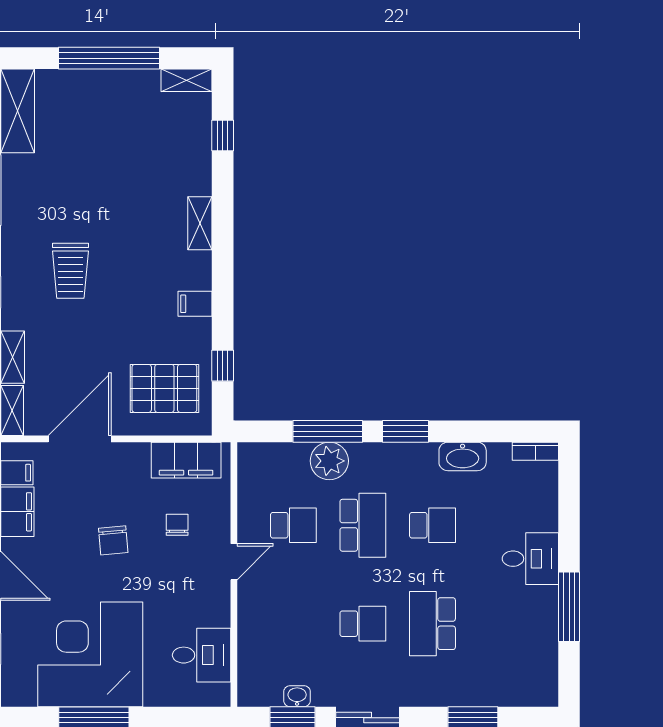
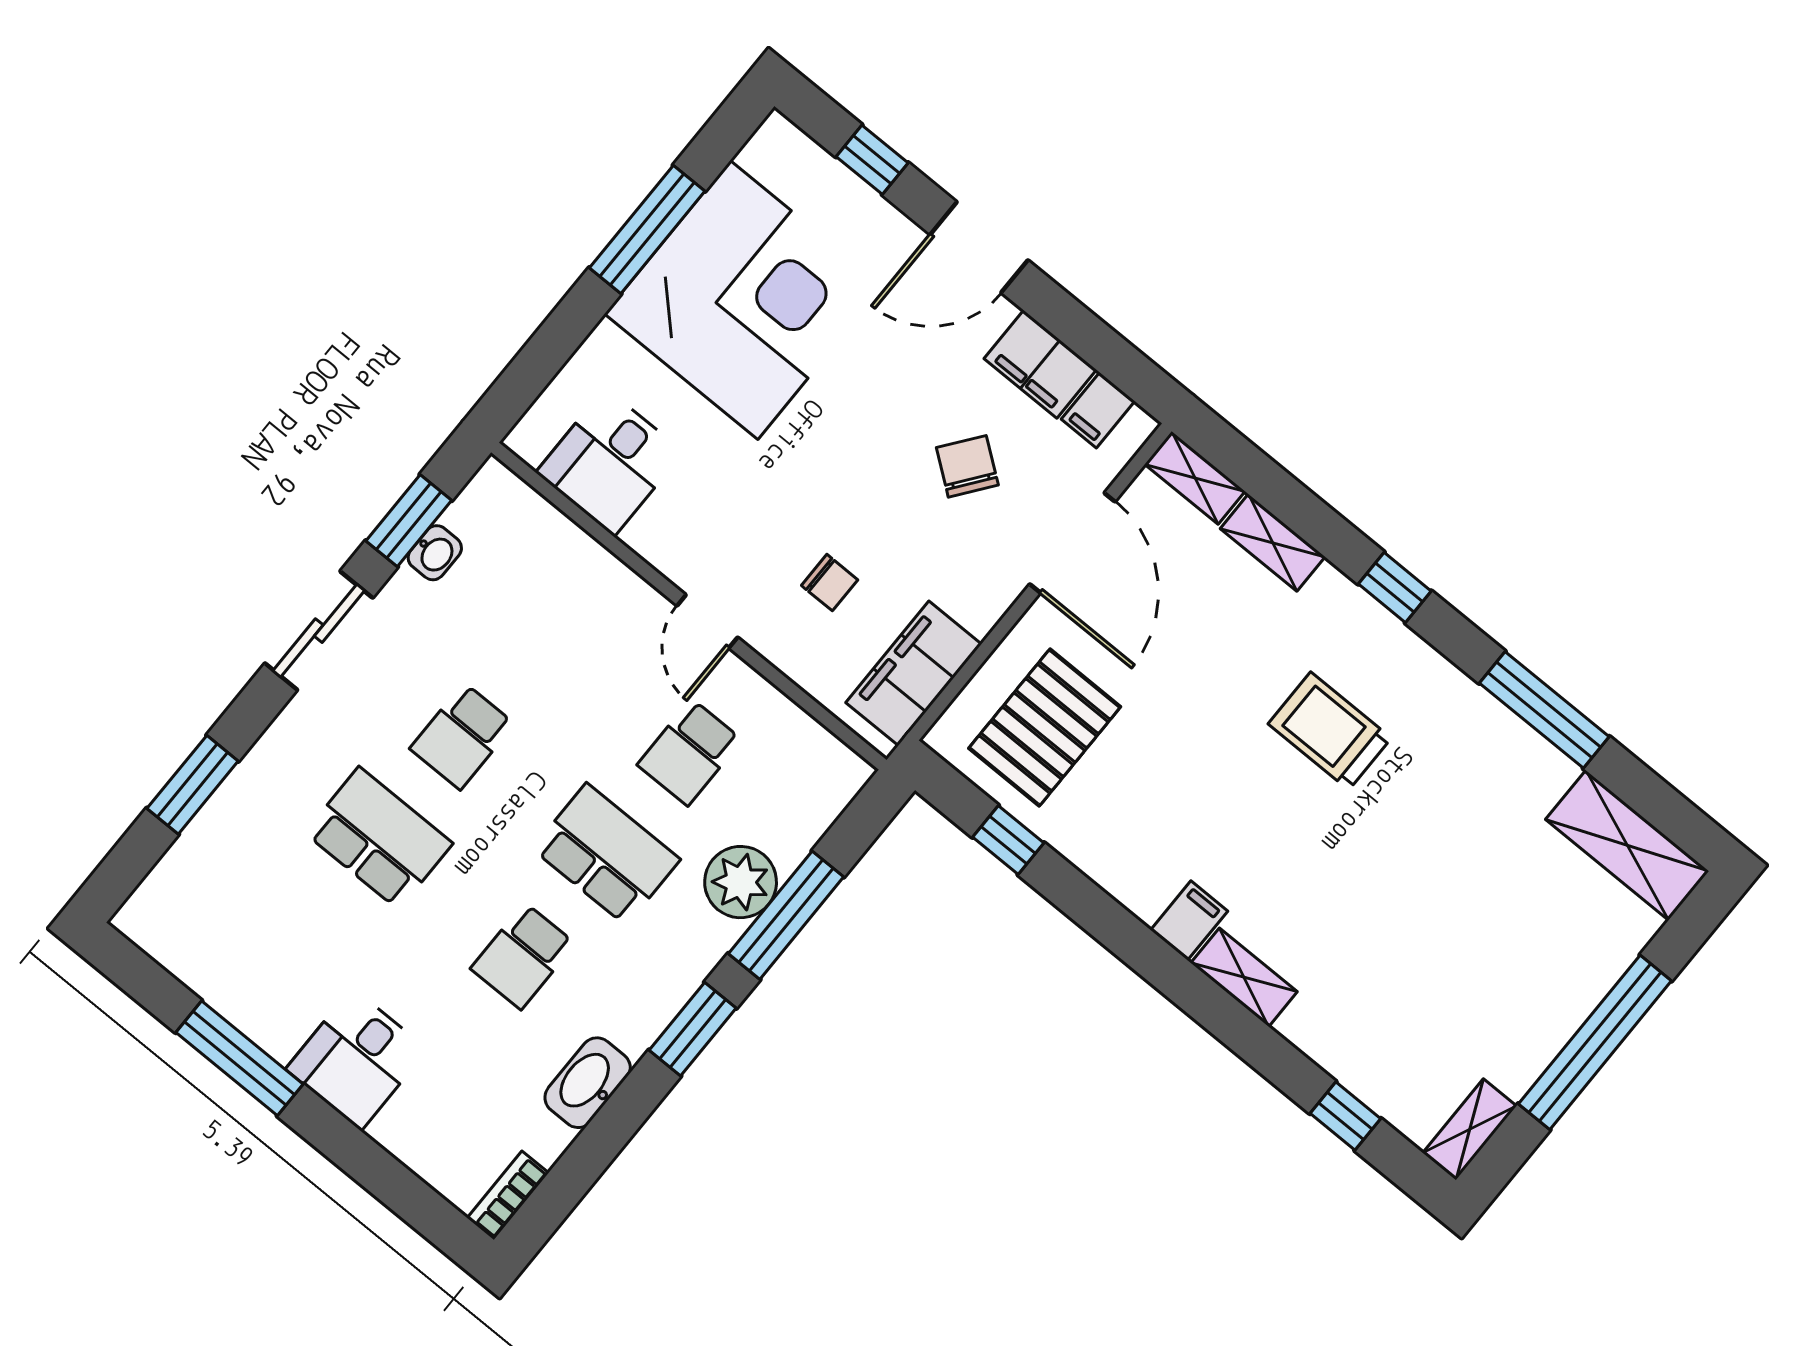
filing cabinet: (195, 304) -> (1189, 921), moved
school desk: (363, 525) -> (606, 854), turned 180
chair: (113, 540) -> (967, 466), moved, turned 42

